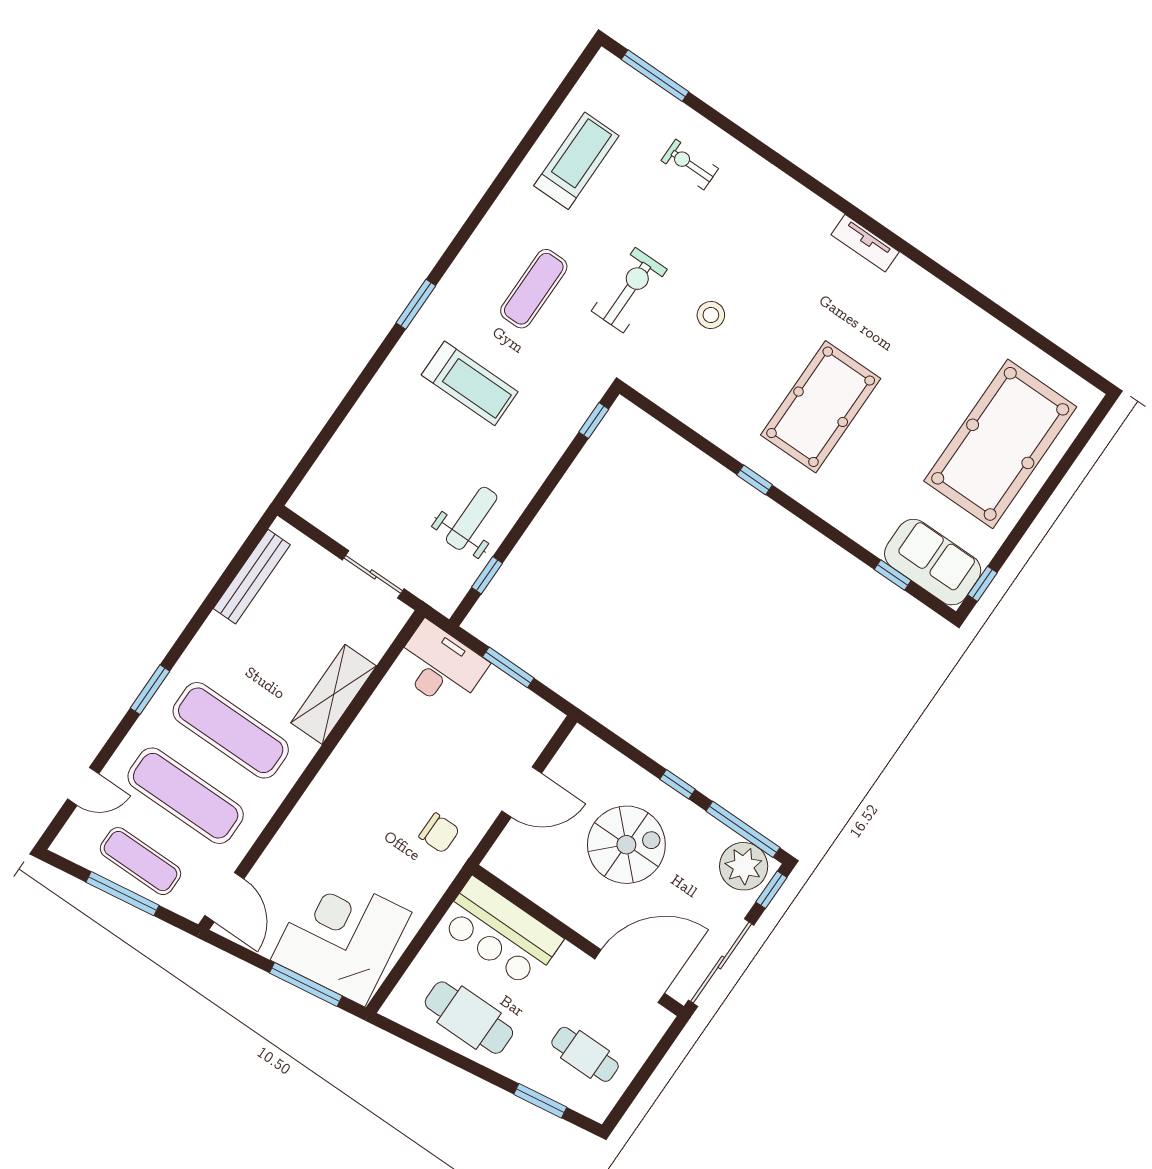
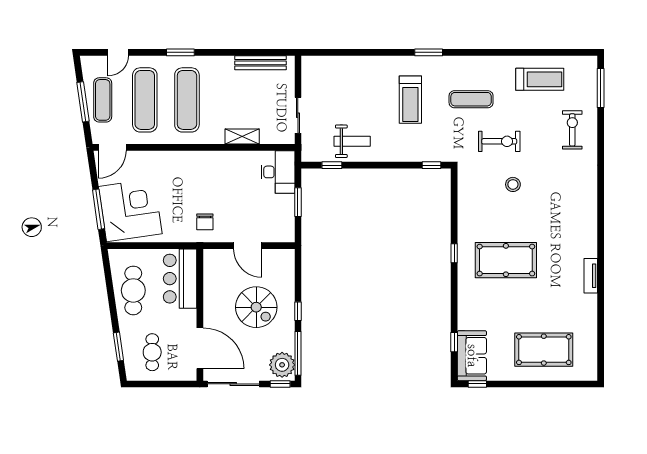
exercise bike: (690, 164) -> (572, 130), width x1.38, depth x1.39
tv unit: (865, 243) -> (591, 276), moved
pool table: (1000, 444) -> (544, 350), width x0.73, depth x0.76
shelving: (334, 694) -> (242, 137), width x0.67, depth x0.75
door: (83, 786) -> (118, 52), hinge flipped

